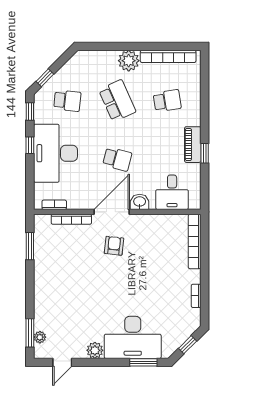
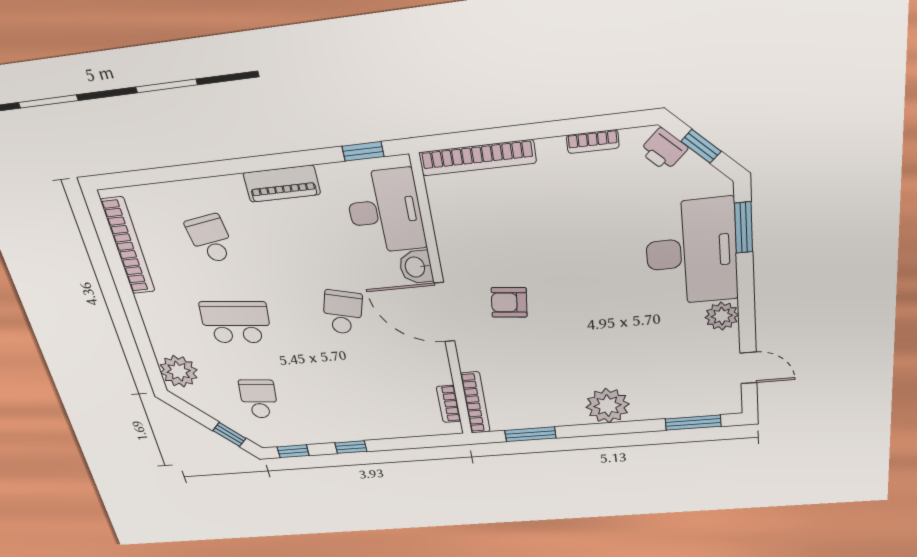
plant: (129, 61) -> (179, 371), moved
school desk: (117, 101) -> (236, 322), turned 30
desk: (56, 153) -> (356, 409), removed
window: (205, 153) -> (363, 151), moved
desk: (172, 192) -> (385, 211), width x1.37
bookcase: (71, 219) -> (475, 403), moved
printer: (188, 328) -> (664, 150), added
plant: (40, 337) -> (608, 406), moved, width x1.88, depth x1.88

